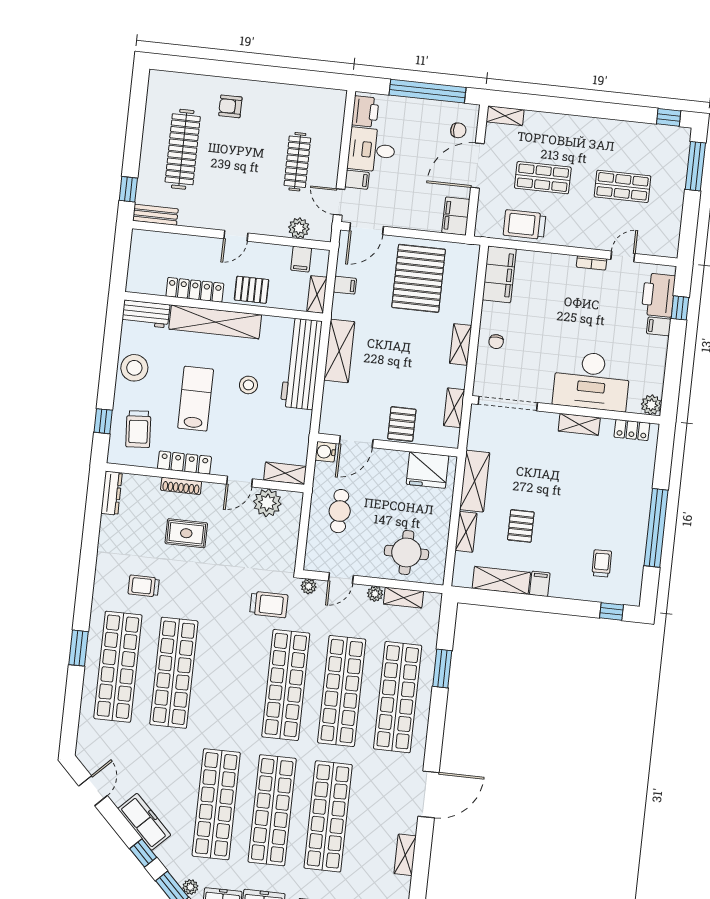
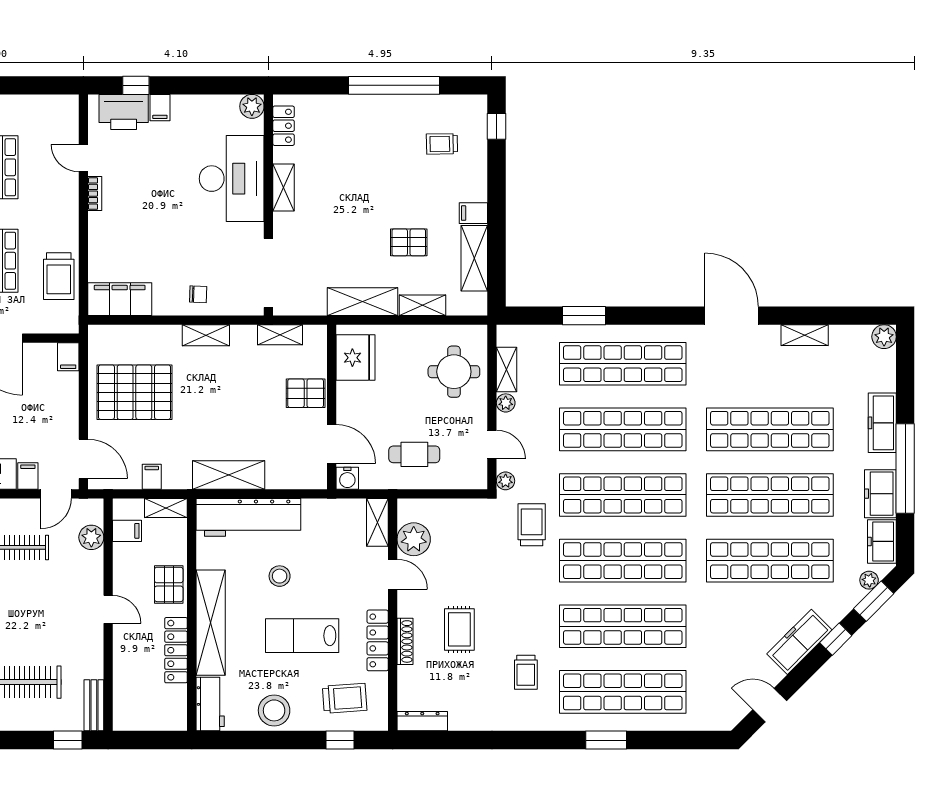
filing cabinet: (456, 216) -> (68, 357), width x0.50
shop shelf: (230, 679) -> (623, 561), added

